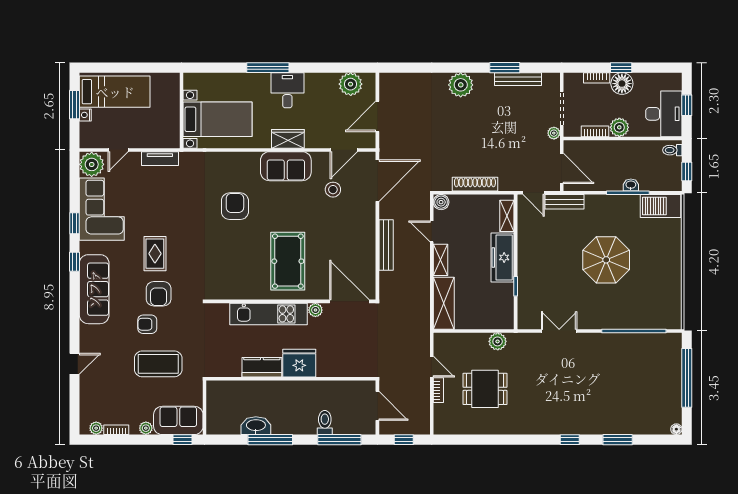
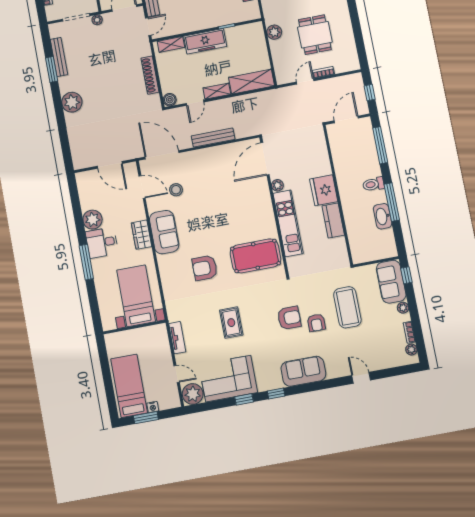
plant: (351, 84) -> (93, 220), moved
rug: (155, 254) -> (231, 323), moved, turned 90
pool table: (288, 261) -> (255, 256), moved
sofa: (94, 289) -> (303, 371), width x0.73
toilet: (325, 423) -> (373, 184), moved

